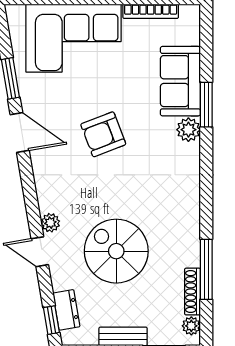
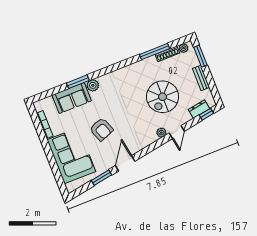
armchair: (103, 134) -> (101, 129), moved

